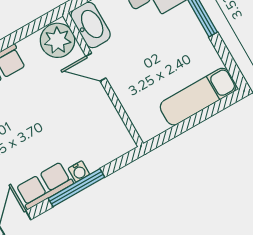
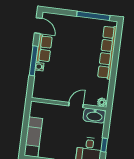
plant: (58, 40) -> (102, 102), width x0.53, depth x0.53

